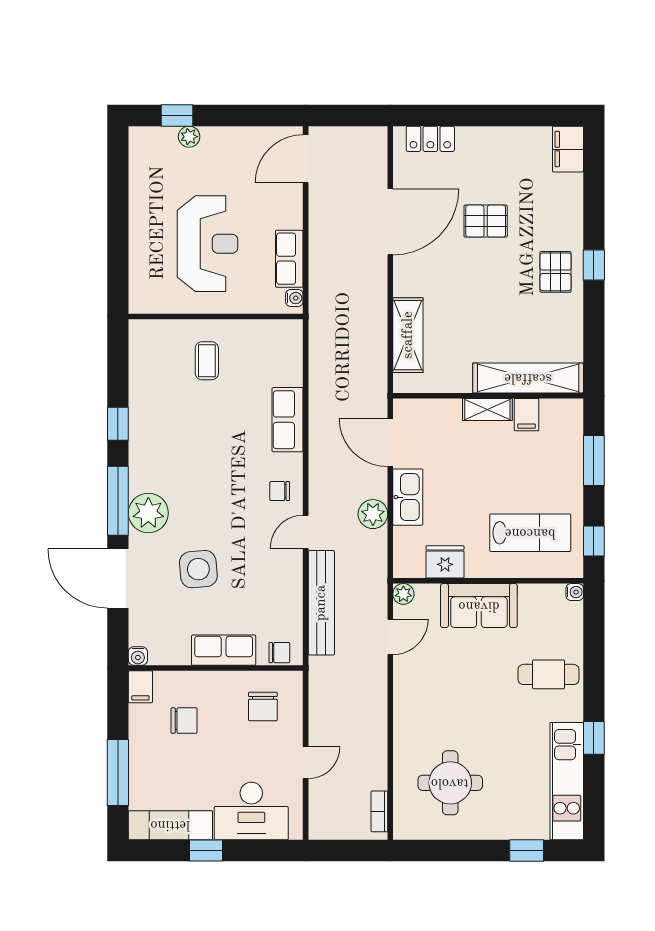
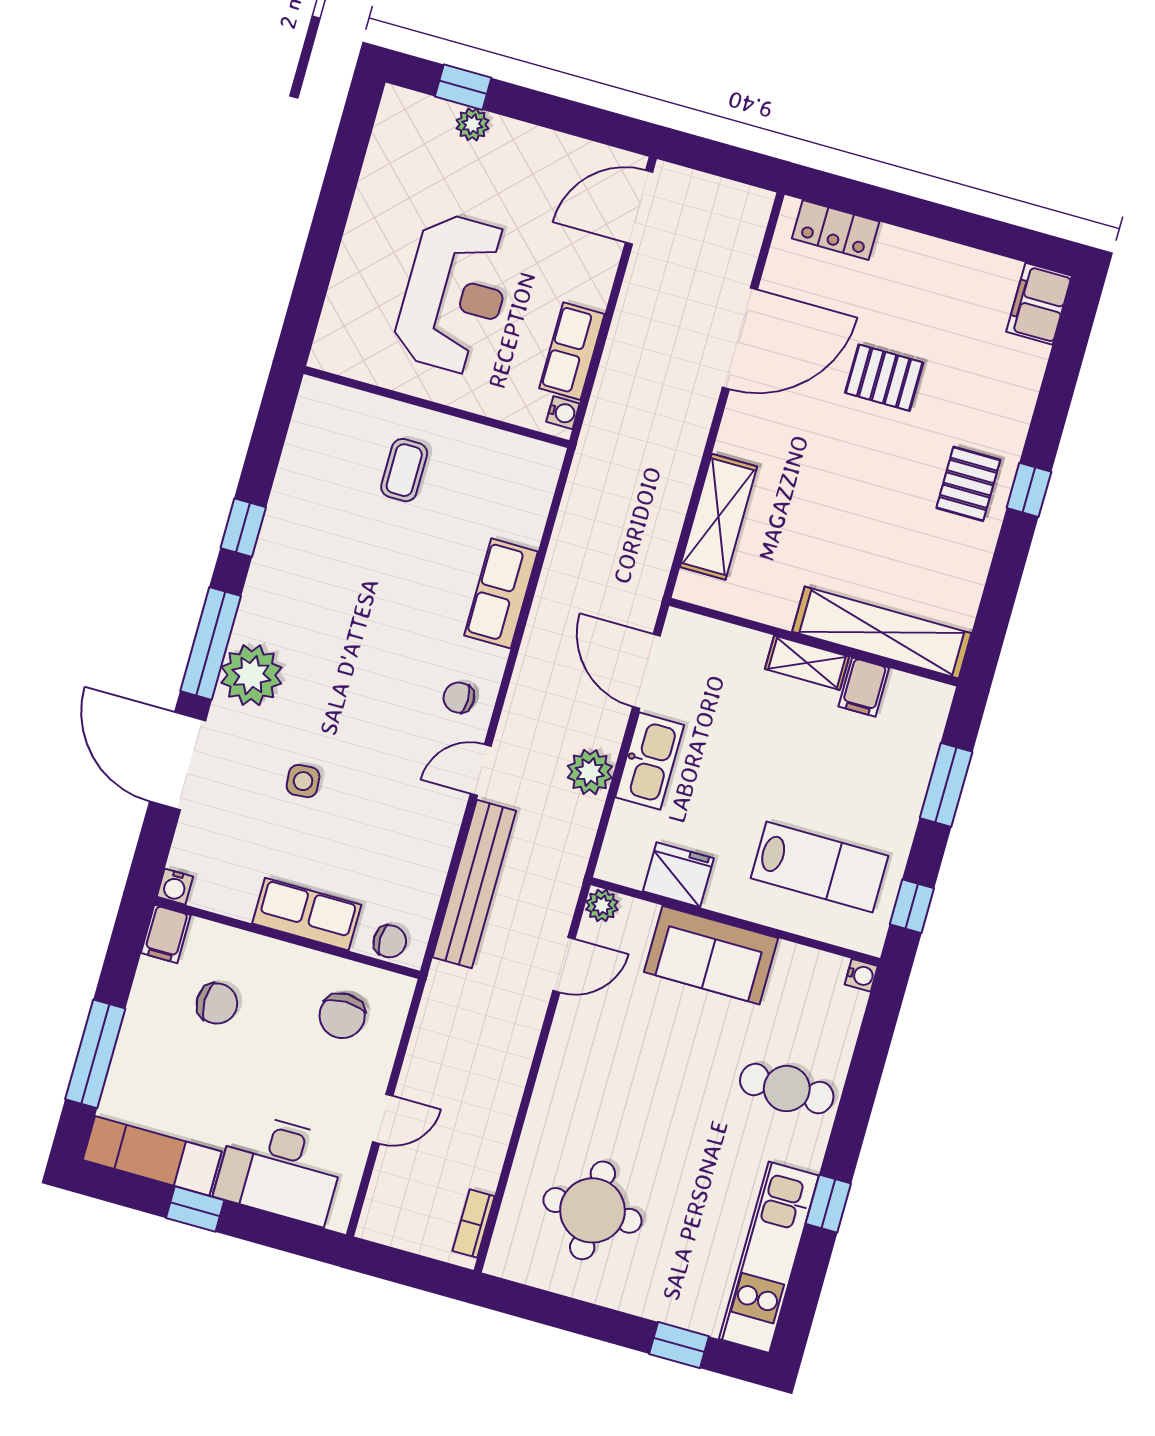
side table: (198, 569) -> (303, 781), width x0.54, depth x0.54

